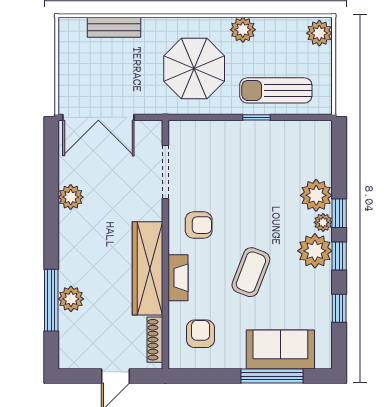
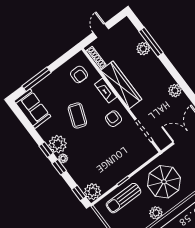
sun lounger: (276, 90) -> (124, 198), turned 180
plant: (316, 195) -> (93, 192), moved
armchair: (199, 225) -> (114, 119), turned 90
window: (339, 308) -> (79, 193), moved
sofa: (280, 350) -> (32, 109), moved, turned -90

